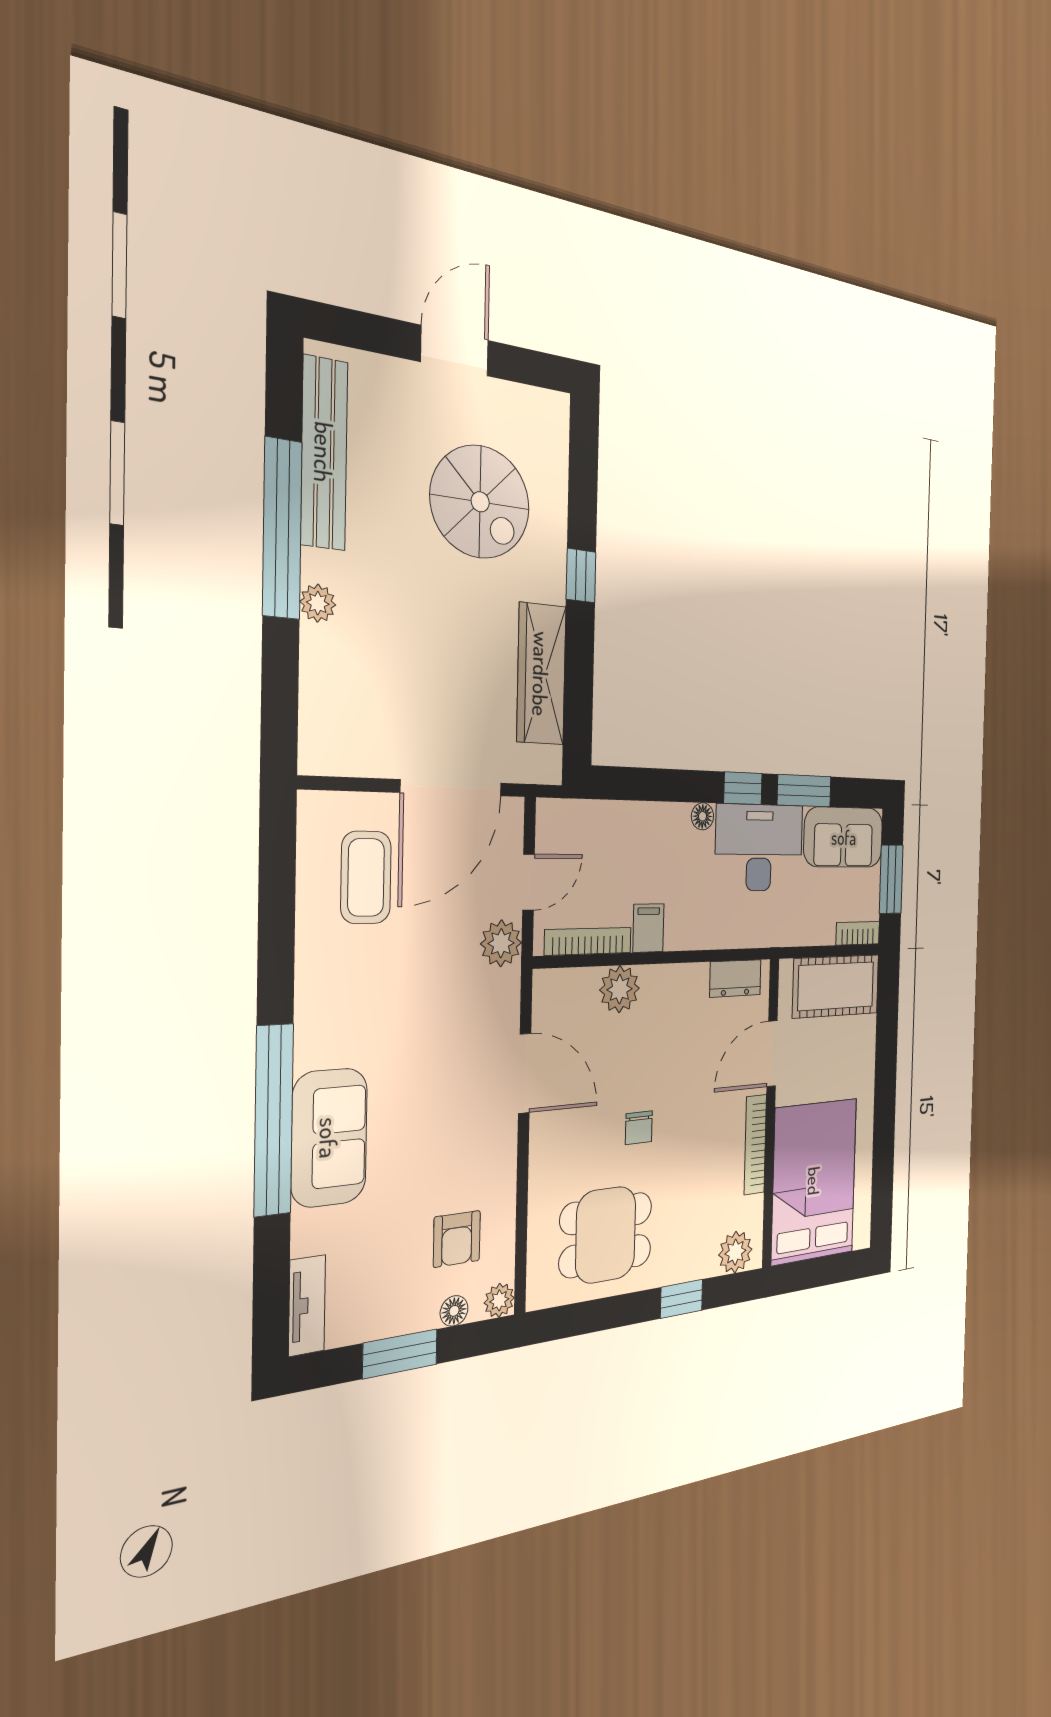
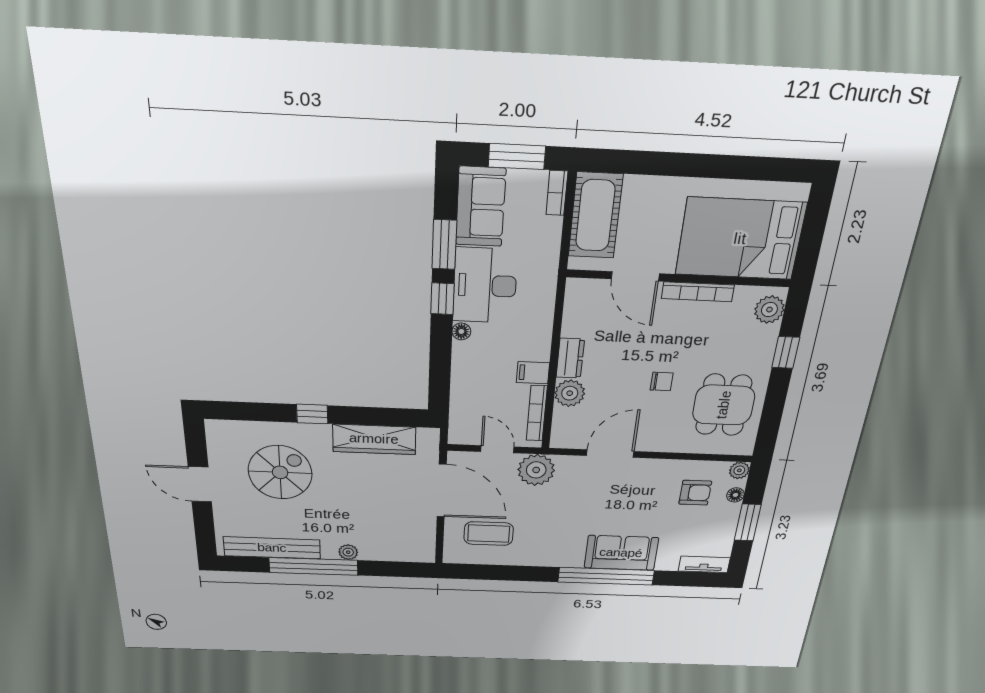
plant: (501, 943) -> (536, 470), width x1.36, depth x1.36
dresser: (735, 978) -> (570, 358), moved

